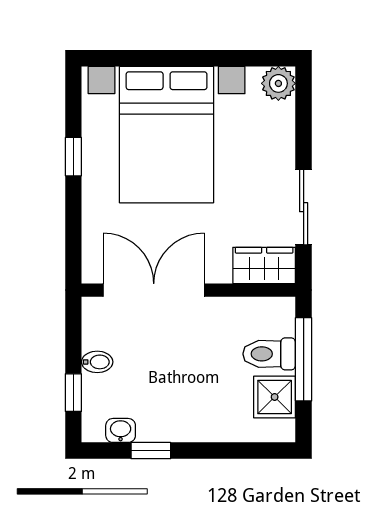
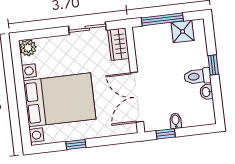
toilet: (269, 354) -> (197, 76), moved, turned 90
window: (73, 393) -> (166, 134), moved
washbasin: (121, 430) -> (206, 92), moved
window: (151, 451) -> (213, 65), moved

